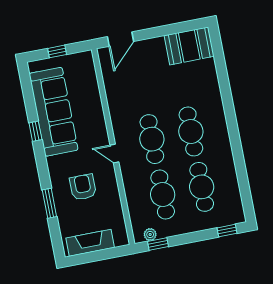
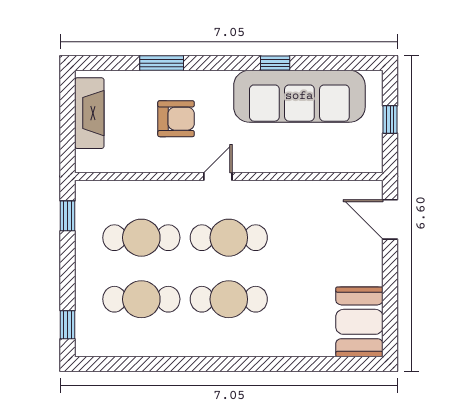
plant: (150, 234) -> (84, 207), removed

